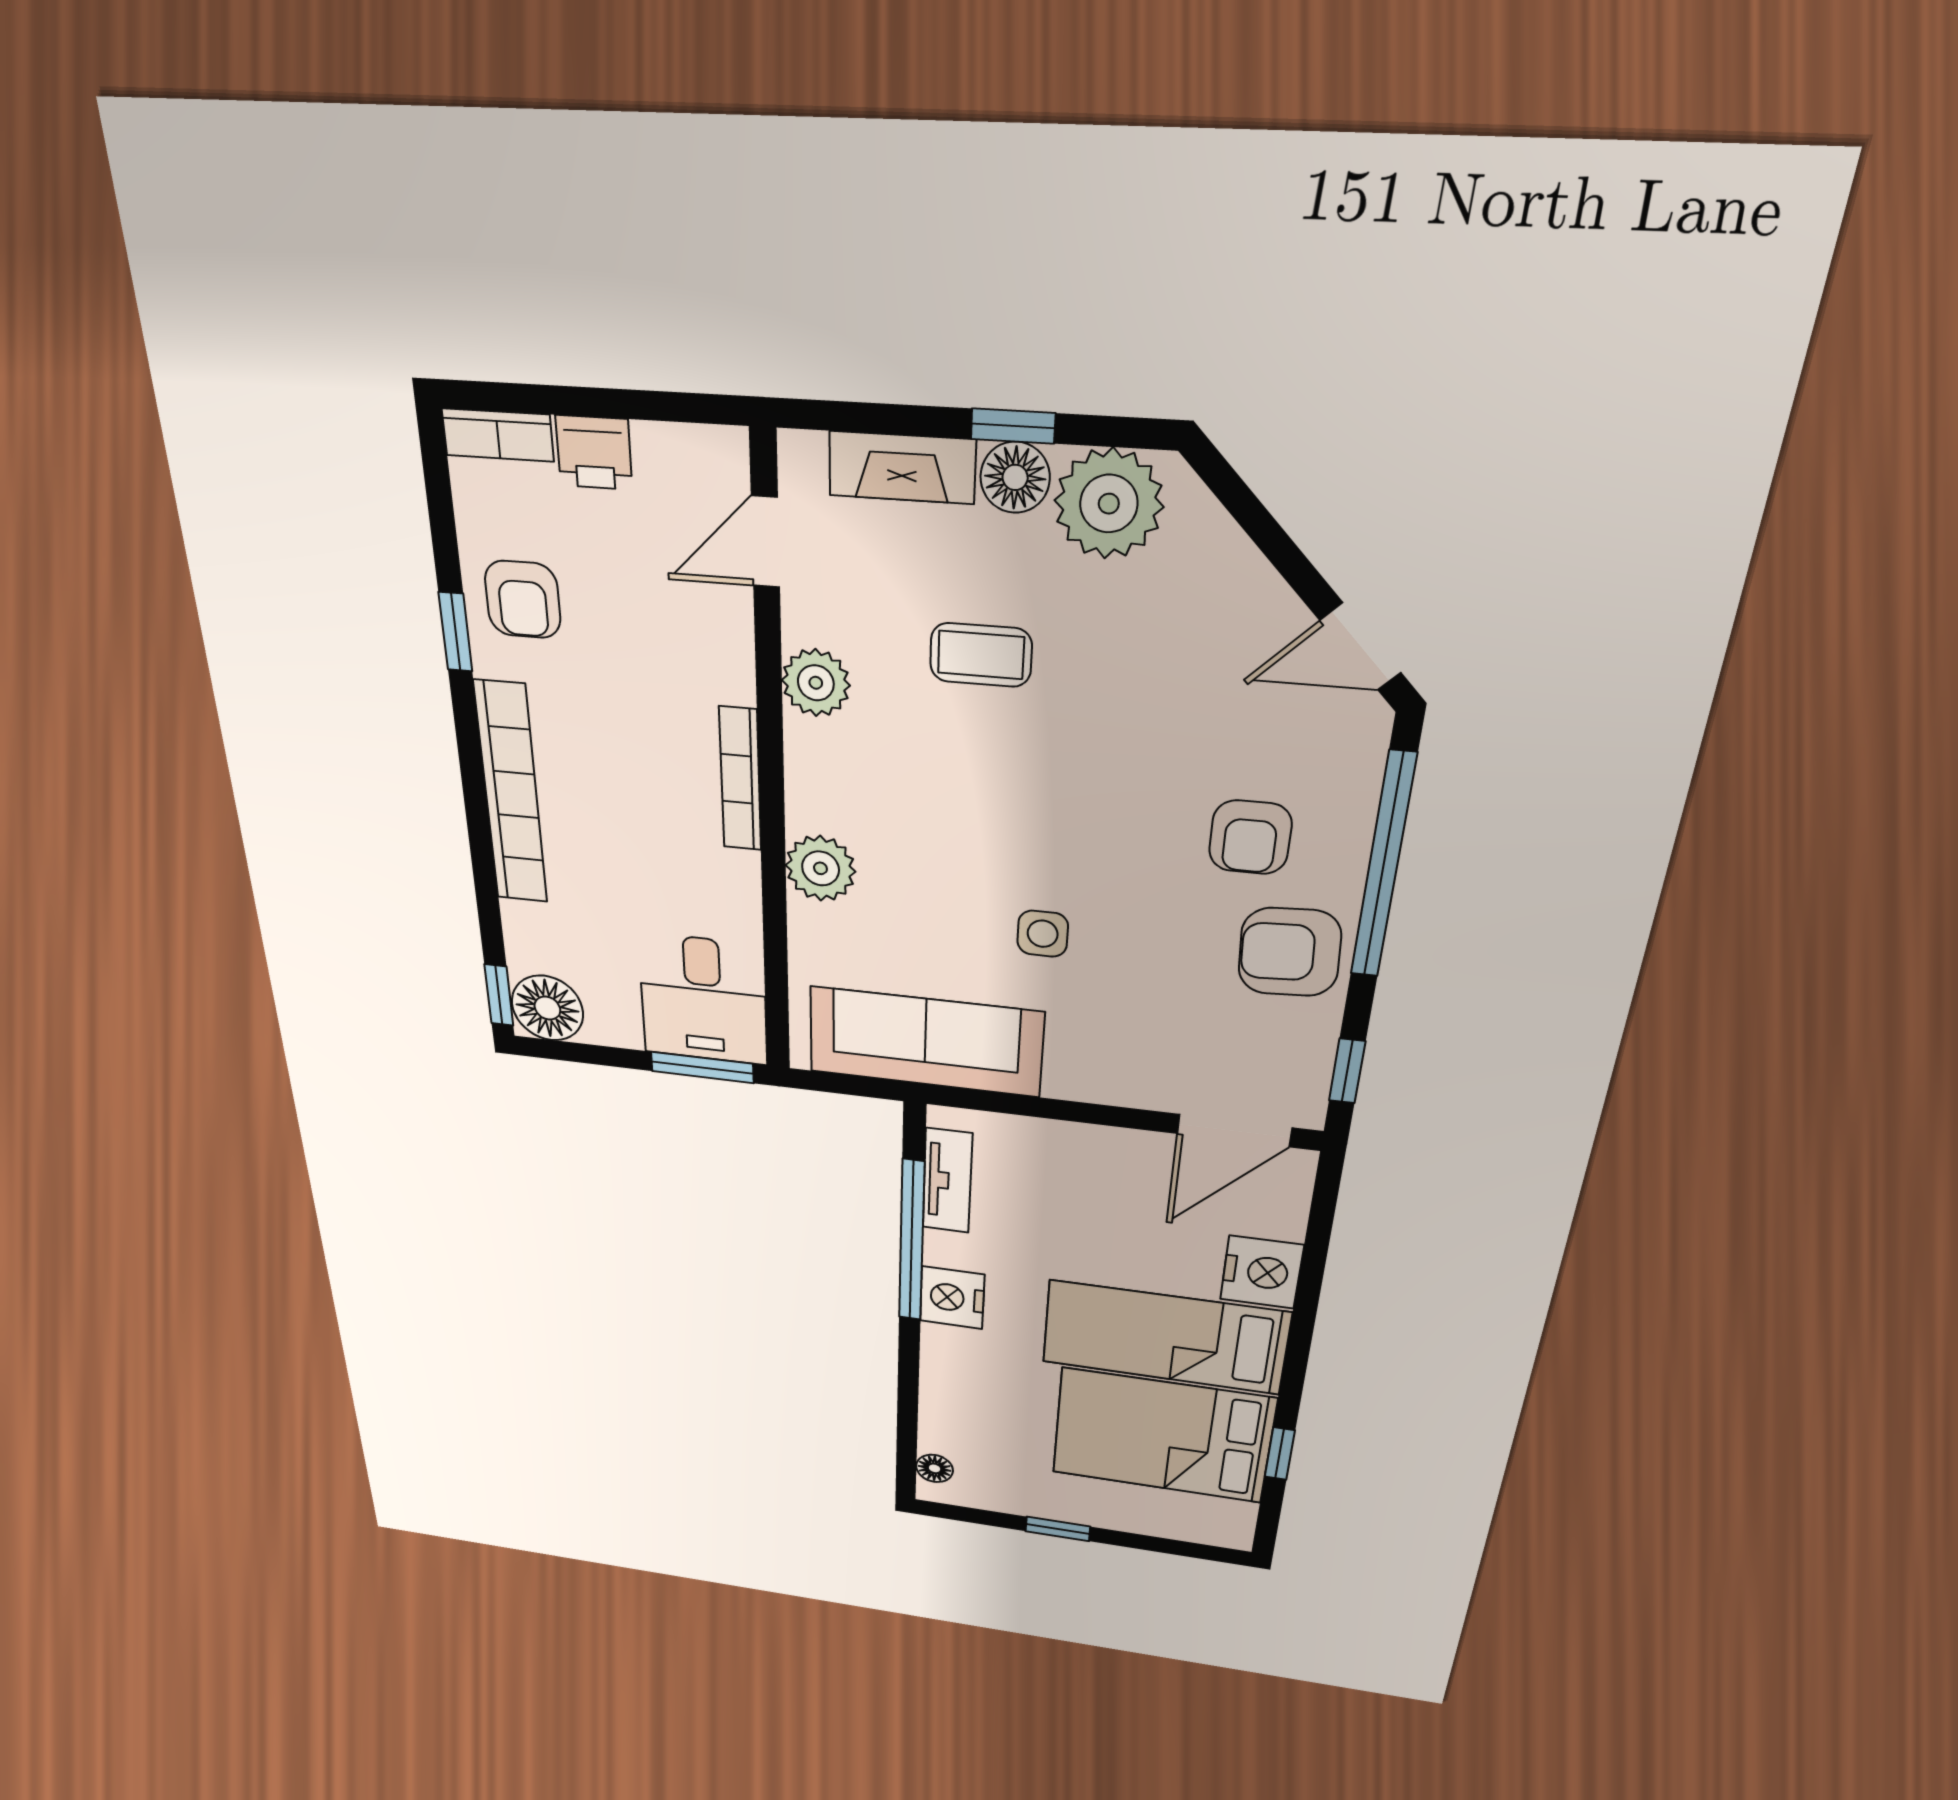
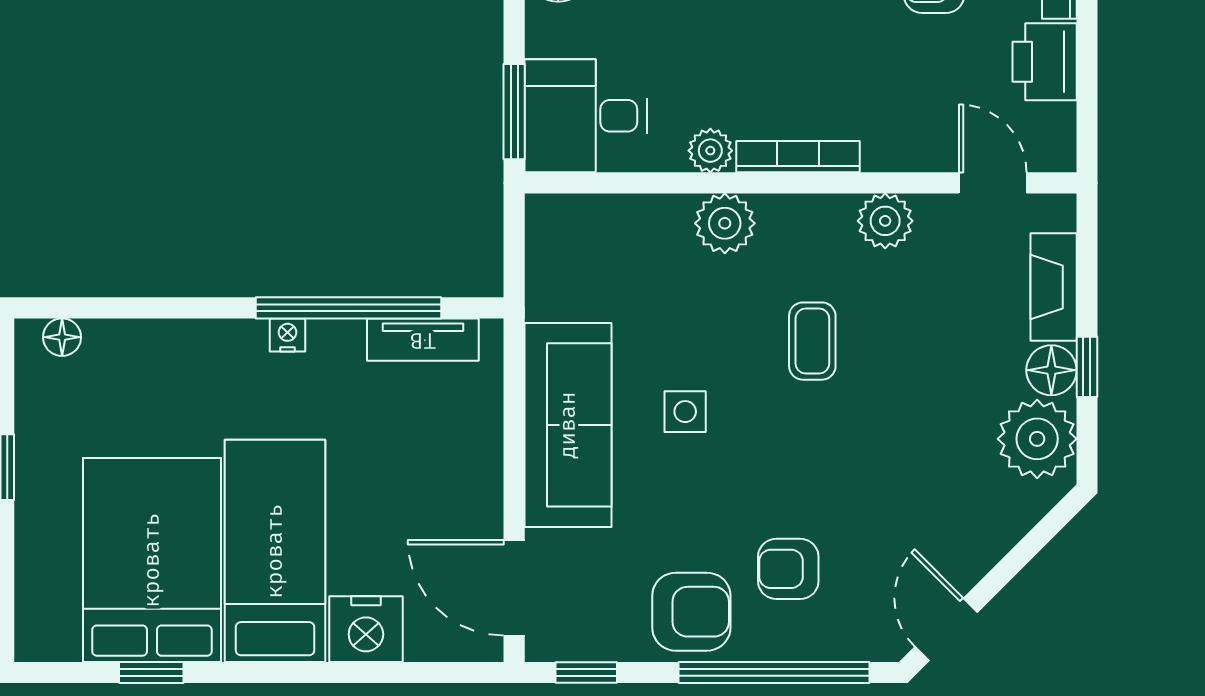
printer: (594, 453) -> (1045, 62), width x1.36, depth x1.24
coffee table: (981, 655) -> (812, 341), moved
plant: (737, 876) -> (710, 151), added
armchair: (1290, 952) -> (691, 612), turned 93
sofa: (925, 1042) -> (568, 425), moved
nightstand: (952, 1298) -> (288, 335), width x0.53, depth x0.56

